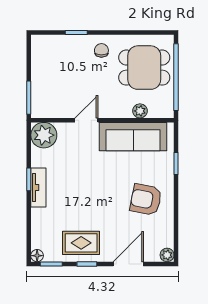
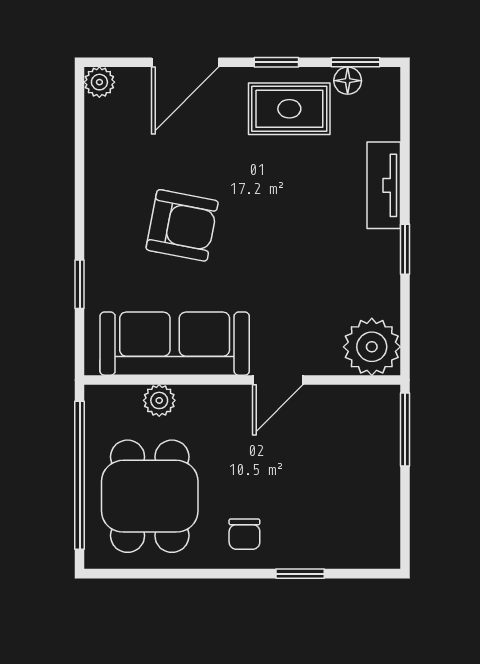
dining table: (144, 68) -> (150, 496), turned 90
tv unit: (38, 187) -> (384, 185), moved
armchair: (146, 200) -> (182, 225), moved
floor lamp: (37, 256) -> (348, 81), moved

